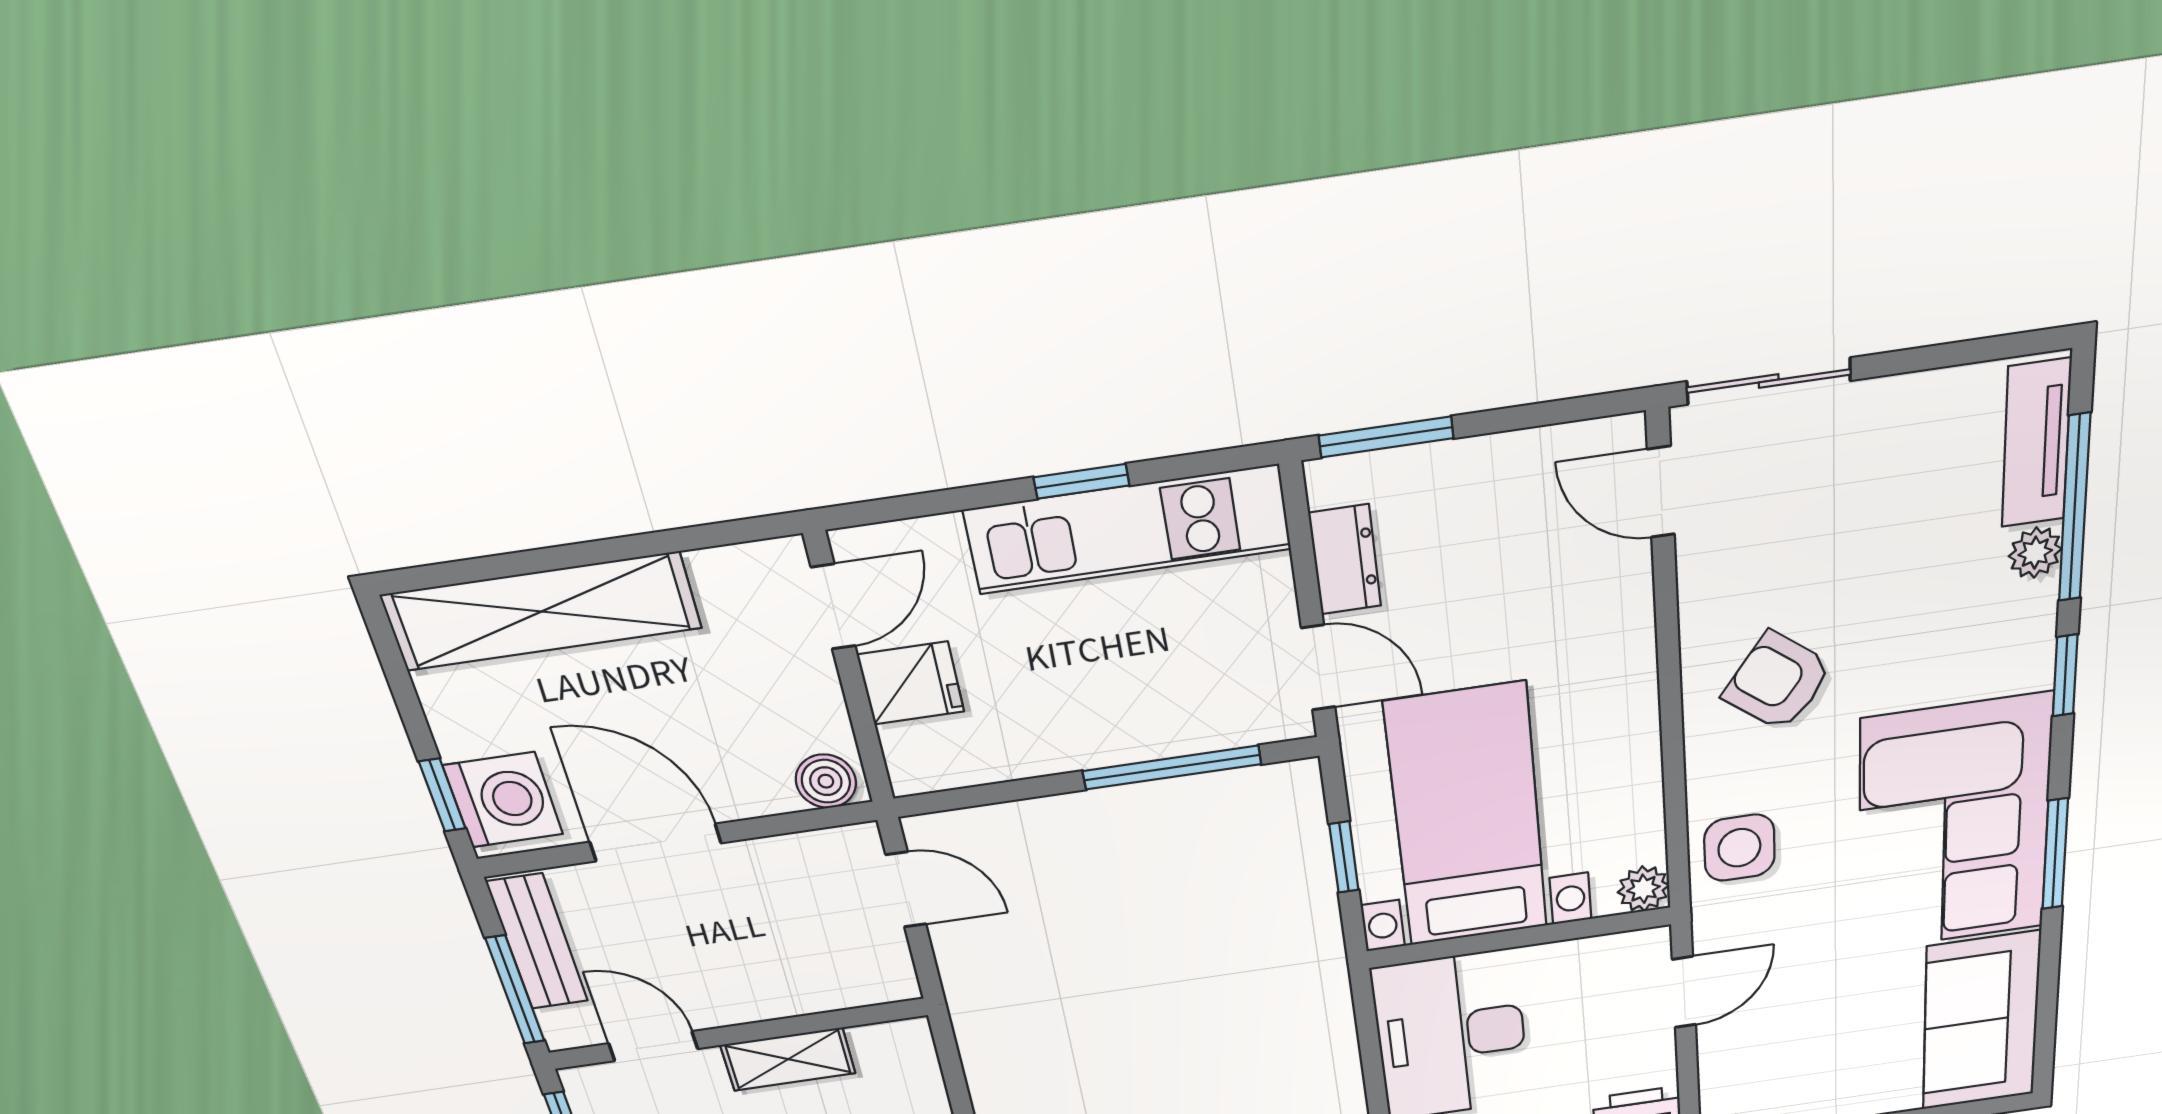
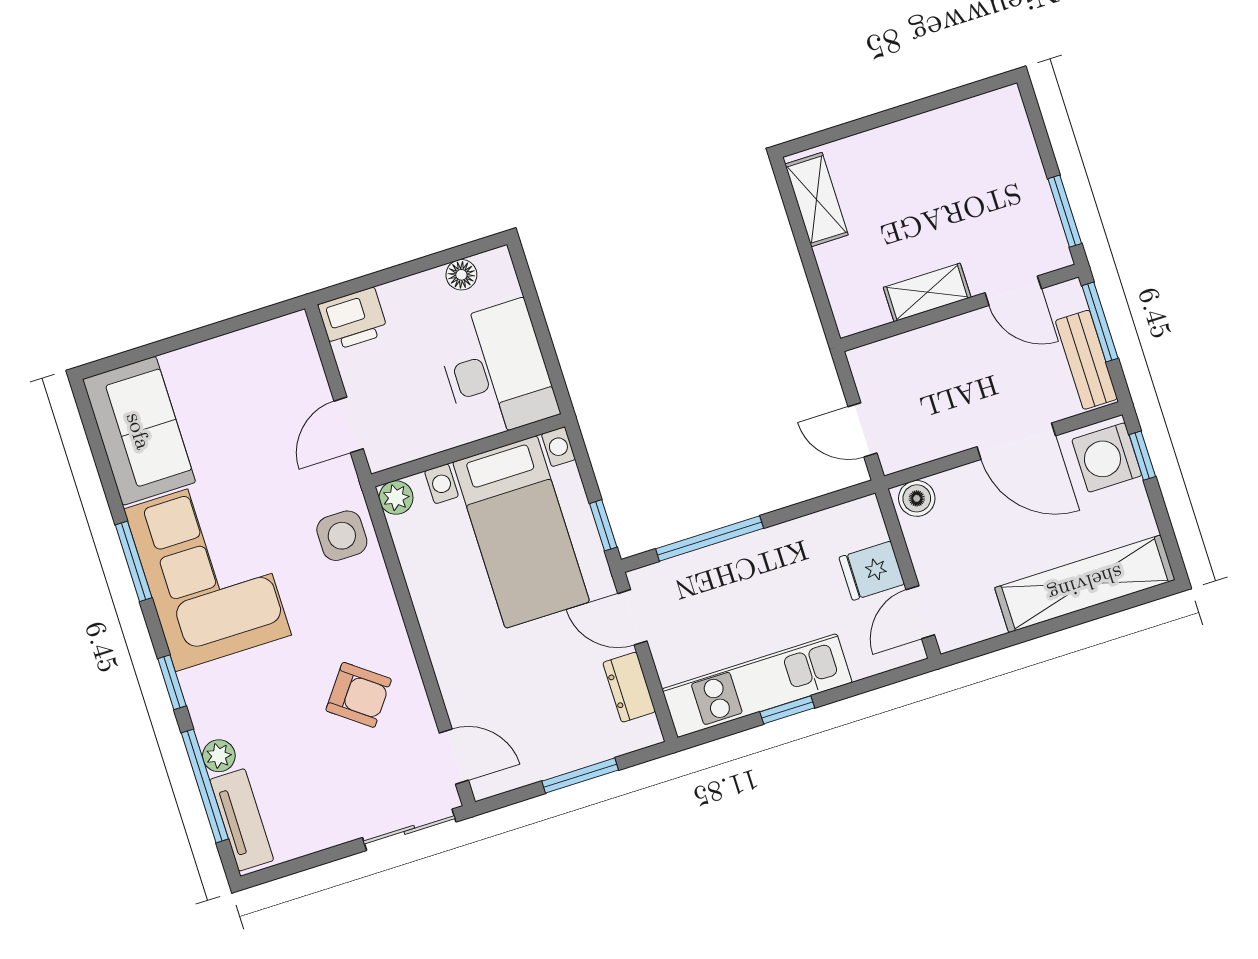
window: (1386, 437) -> (580, 776), moved
armchair: (1778, 681) -> (359, 695), moved
window: (1344, 857) -> (603, 525), moved

